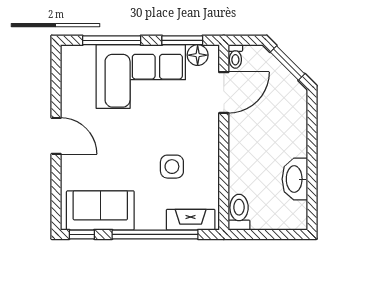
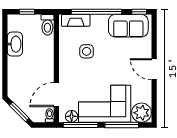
window: (182, 40) -> (81, 125), width x1.44
plant: (78, 61) -> (141, 113), added
window: (274, 234) -> (27, 12), added

